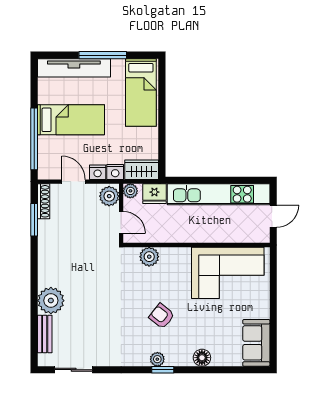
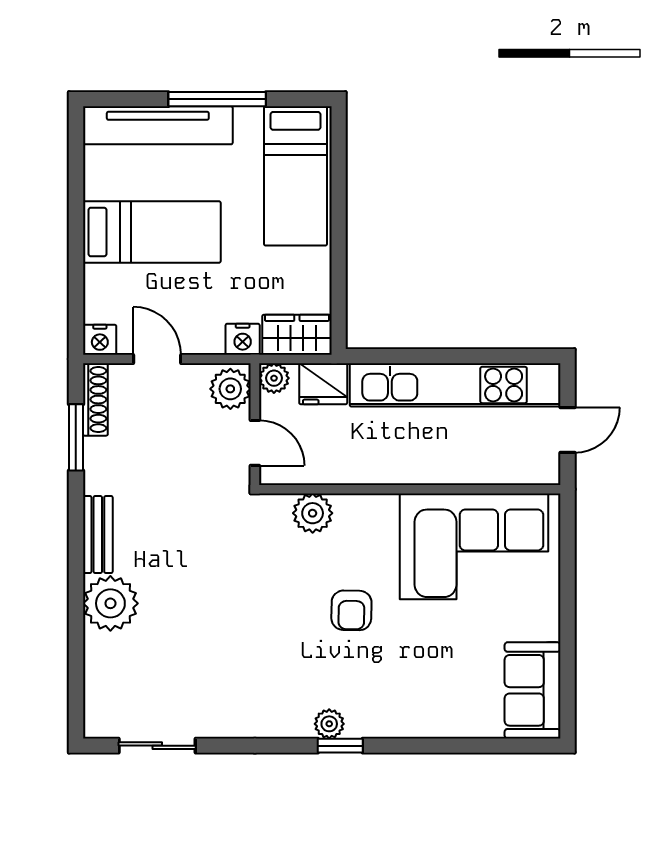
window: (34, 139) -> (76, 271), removed
nightstand: (98, 172) -> (100, 340), moved
armchair: (162, 316) -> (351, 610), moved, turned -127
bench: (45, 334) -> (98, 534), moved
floor lamp: (202, 358) -> (421, 721), removed

